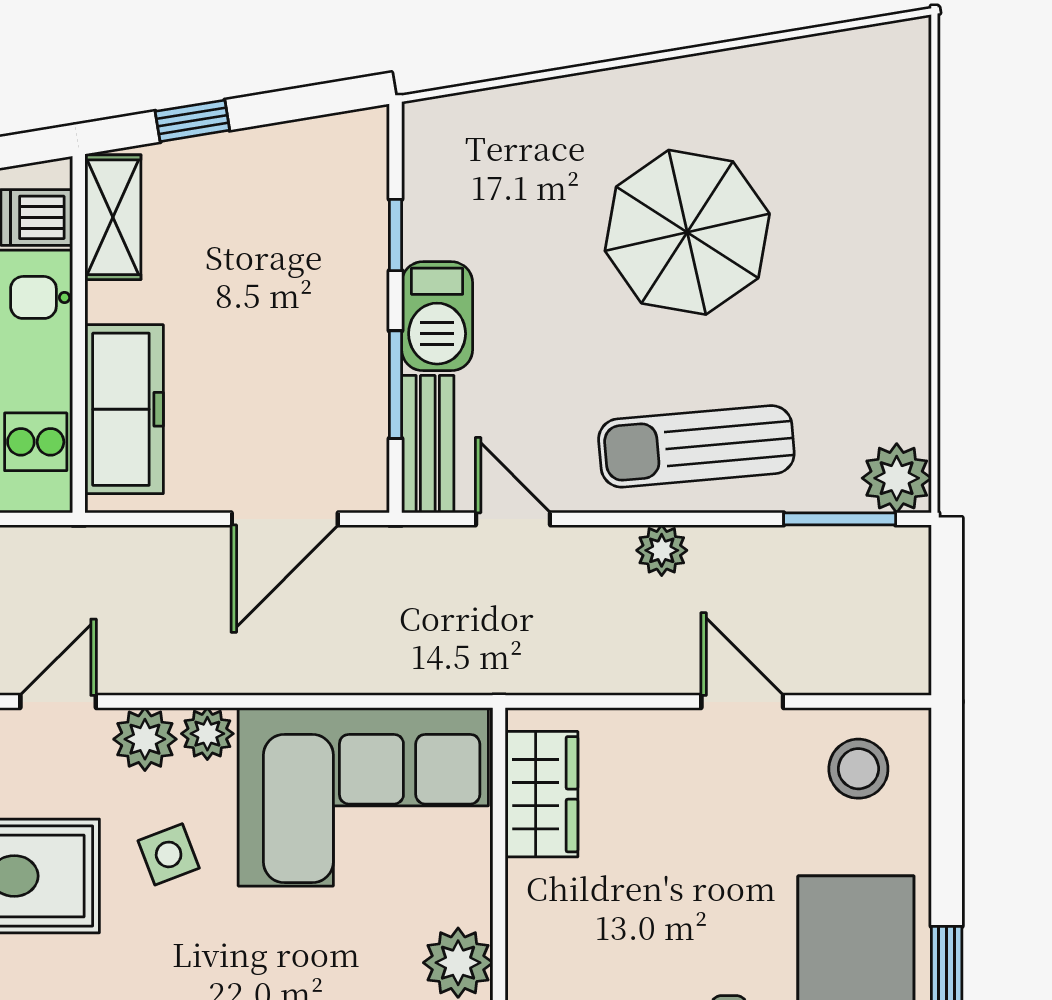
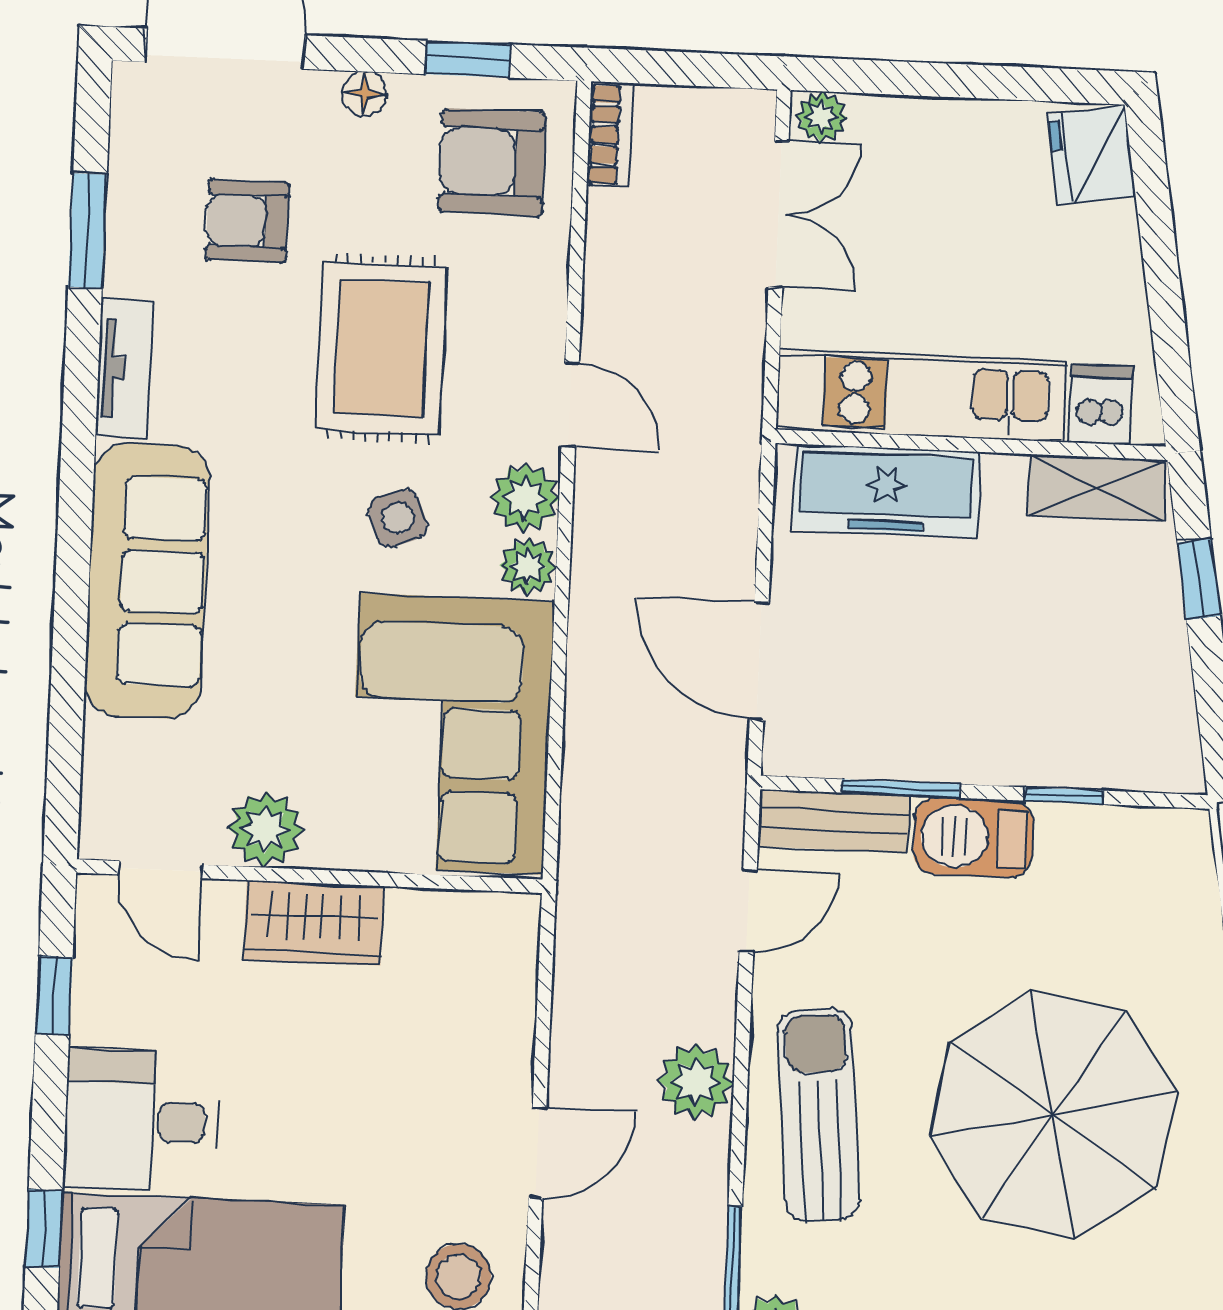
parasol: (687, 232) -> (1053, 1115), width x1.36, depth x1.36
plant: (662, 550) -> (696, 1082), width x1.38, depth x1.38
wardrobe: (541, 794) -> (314, 923), moved

